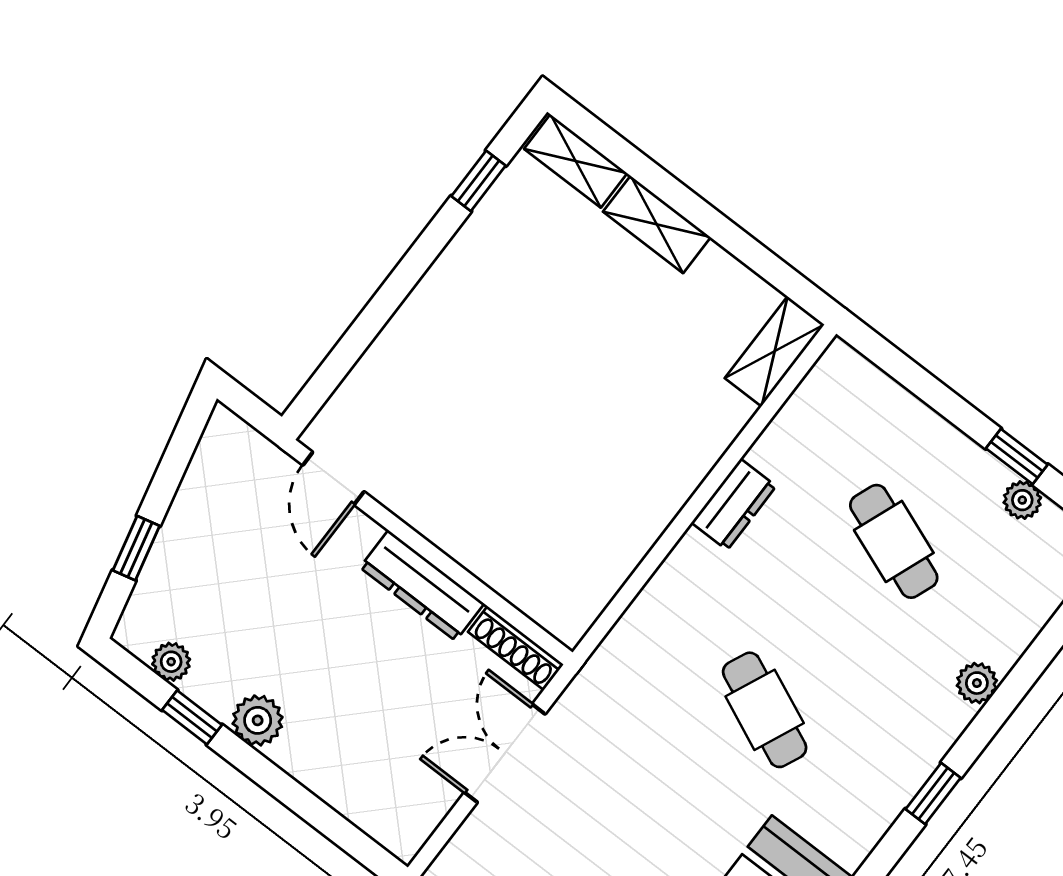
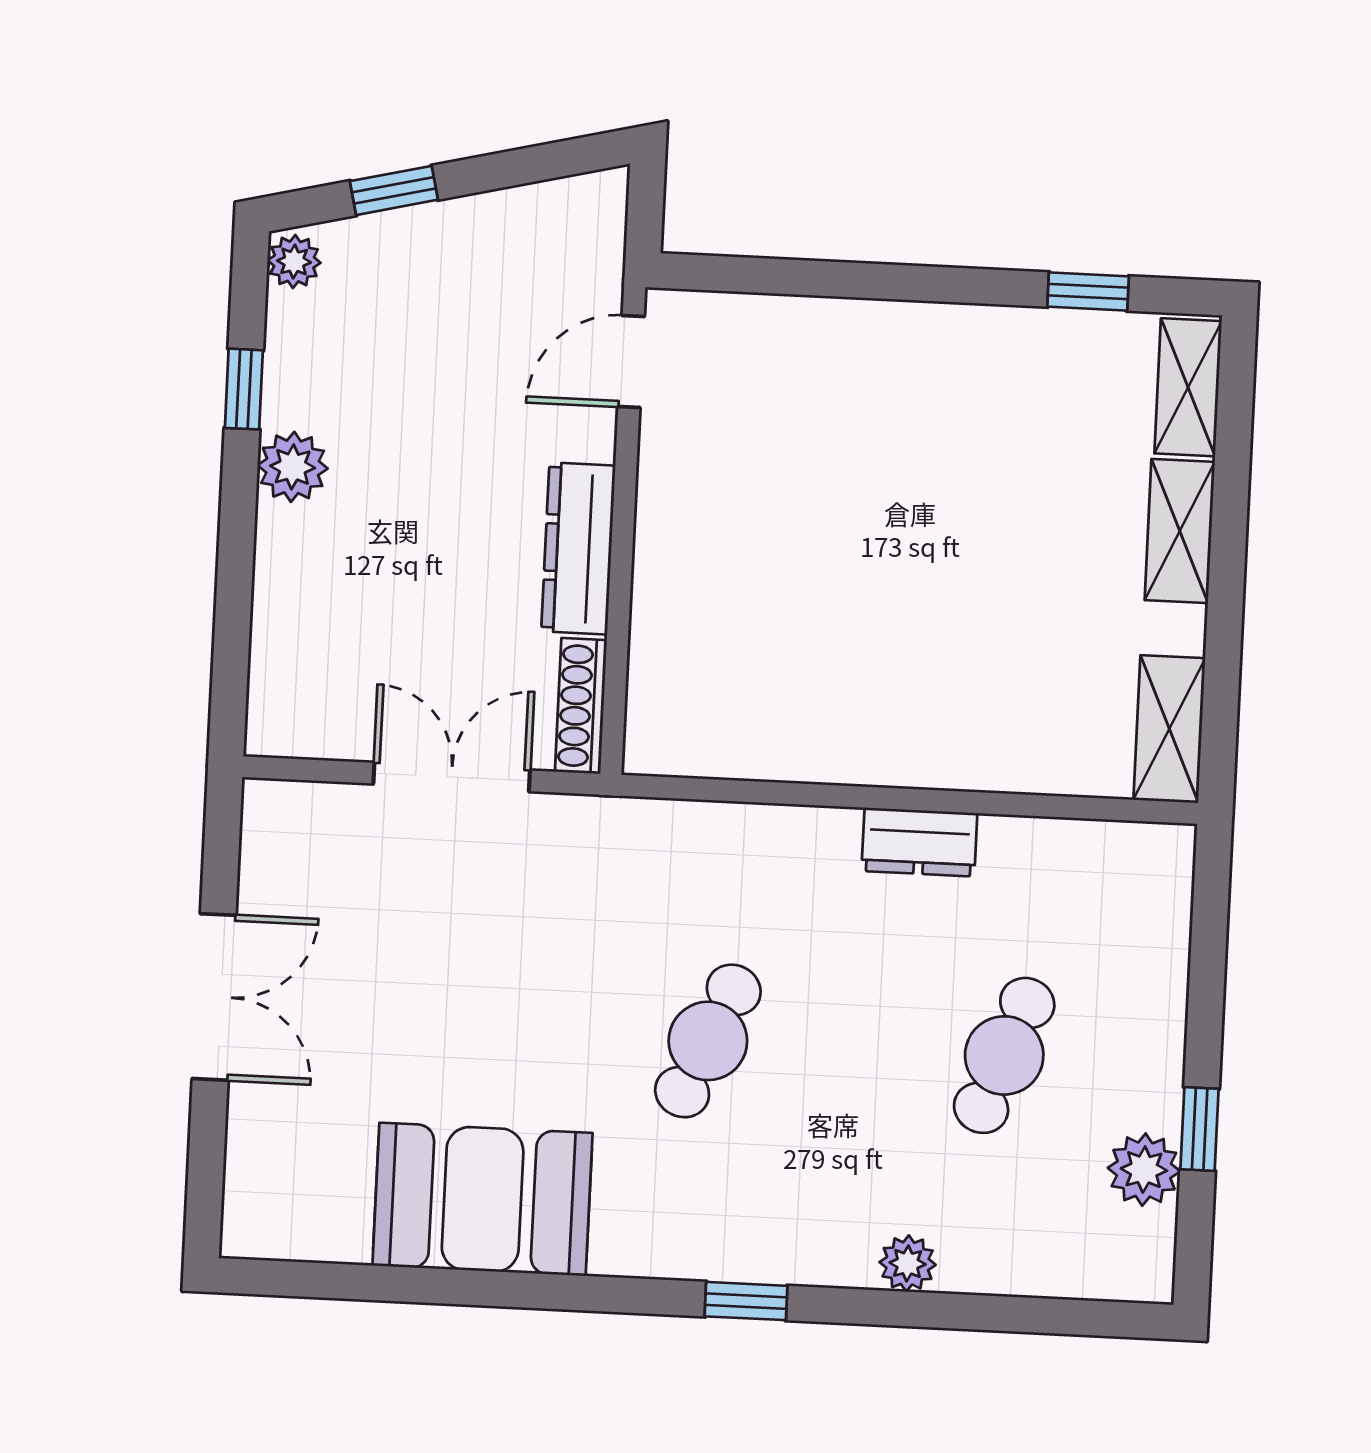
shelving: (775, 351) -> (1169, 729), moved, turned 90
plant: (1022, 500) -> (1144, 1170), width x1.38, depth x1.38
plant: (171, 662) -> (294, 262), moved

